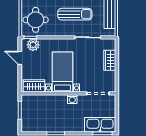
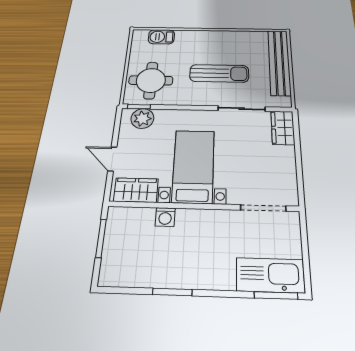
door: (20, 58) -> (112, 159), moved
wardrobe: (110, 60) -> (283, 128), moved
washing machine: (72, 99) -> (165, 217), moved

